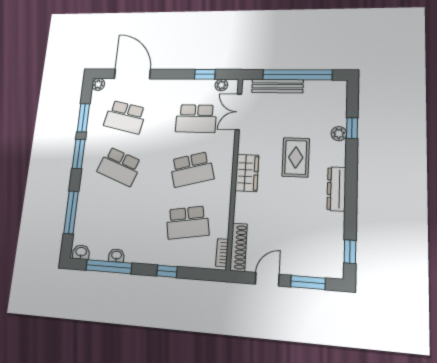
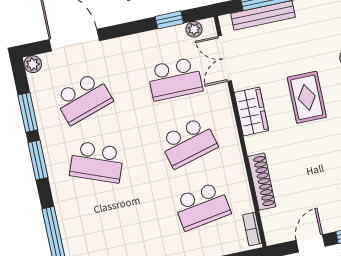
school desk: (125, 117) -> (83, 98), turned -30
wardrobe: (247, 173) -> (251, 112), moved
shoe rack: (239, 247) -> (262, 182), moved

